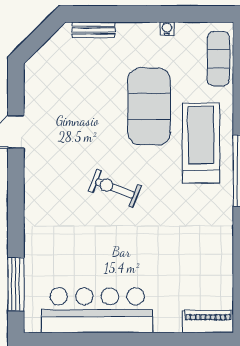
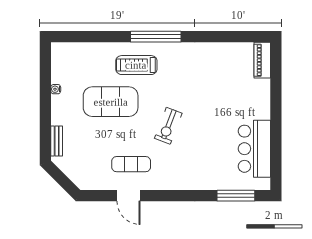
exercise mat: (218, 59) -> (131, 164), moved
treadmill: (201, 143) -> (136, 65), width x0.73, depth x0.73
bar counter: (97, 310) -> (254, 149), width x0.73

